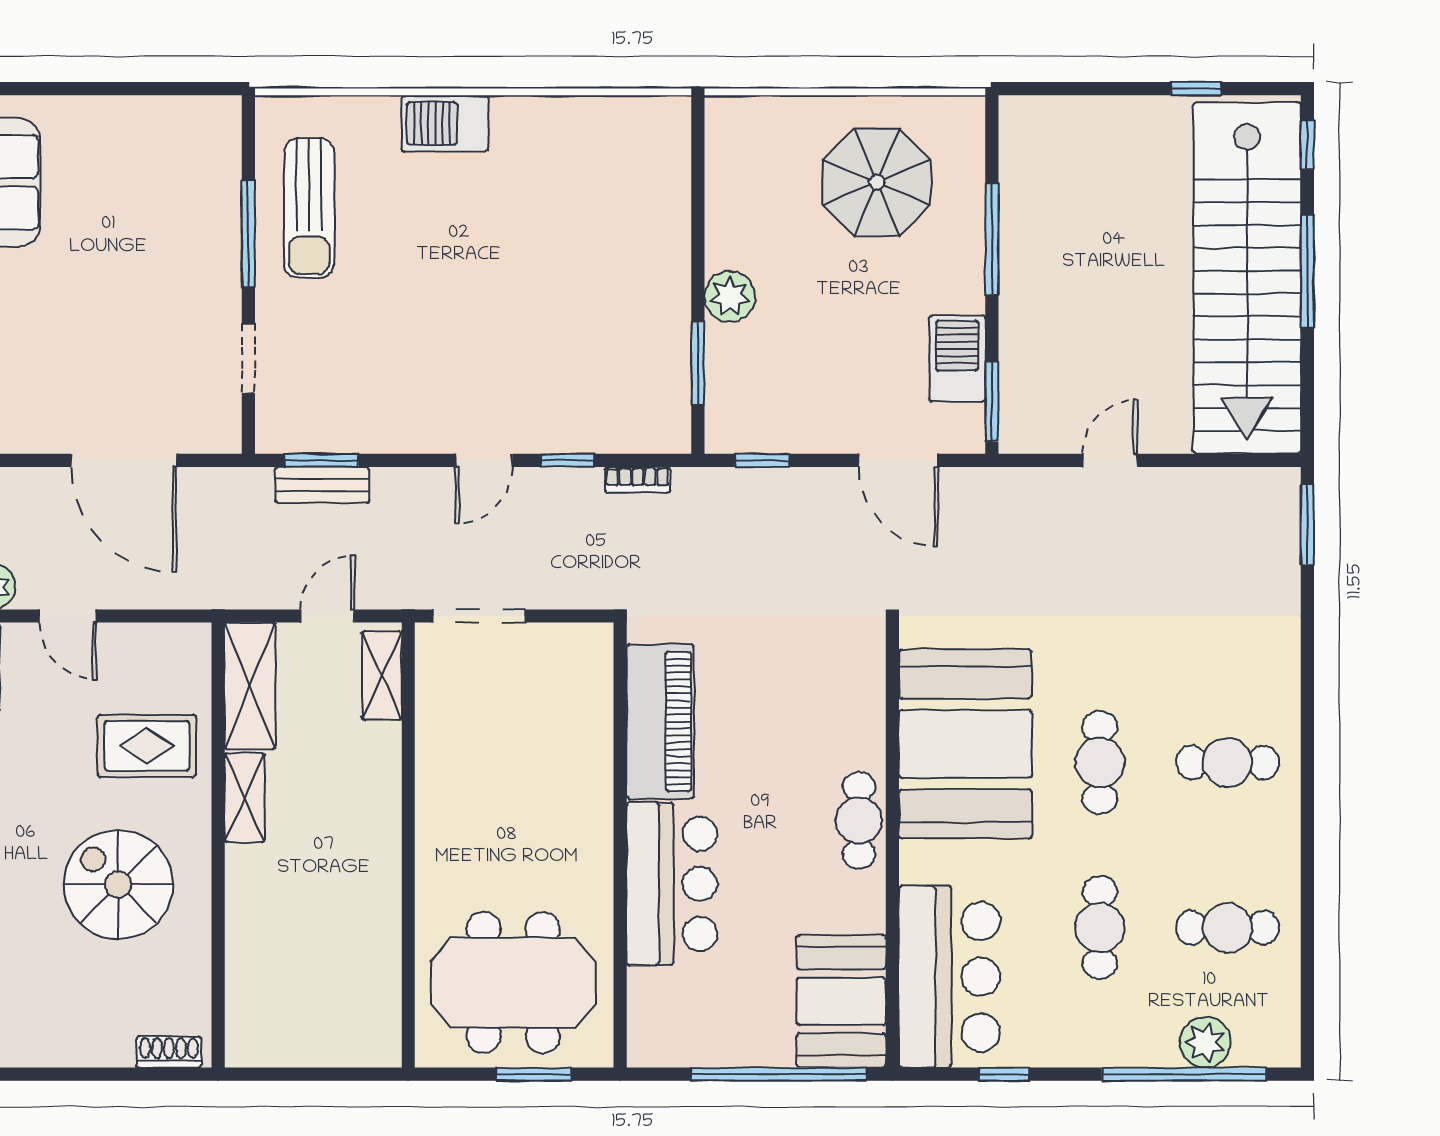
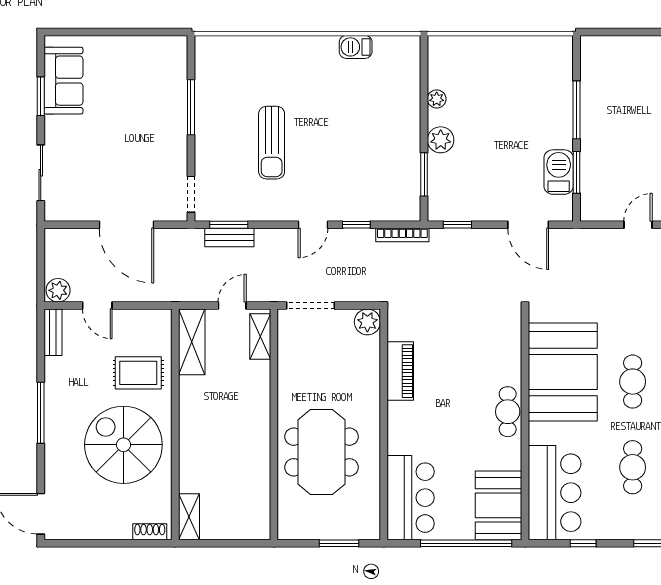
barbecue: (445, 123) -> (356, 47), moved, width x0.73, depth x0.79
parasol: (877, 182) -> (517, 81), removed
sun lounger: (309, 208) -> (272, 143), moved
plant: (722, 218) -> (437, 99), added
doorway: (248, 358) -> (191, 194), moved
window: (992, 401) -> (577, 172), moved
bookcase: (638, 480) -> (402, 235), width x1.56
plant: (589, 648) -> (367, 322), added
piano: (660, 721) -> (400, 371), width x0.73, depth x0.75
shelving: (245, 798) -> (189, 517), moved
spiral stairs: (118, 884) -> (123, 445), width x1.37, depth x1.37
bar counter: (672, 884) -> (411, 498), moved
meeting table: (513, 983) -> (321, 452), moved, turned 90

